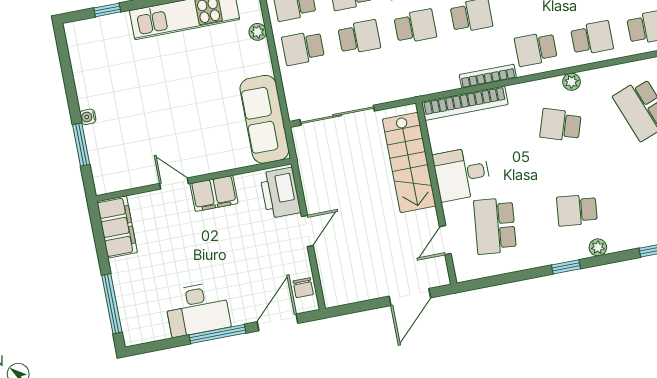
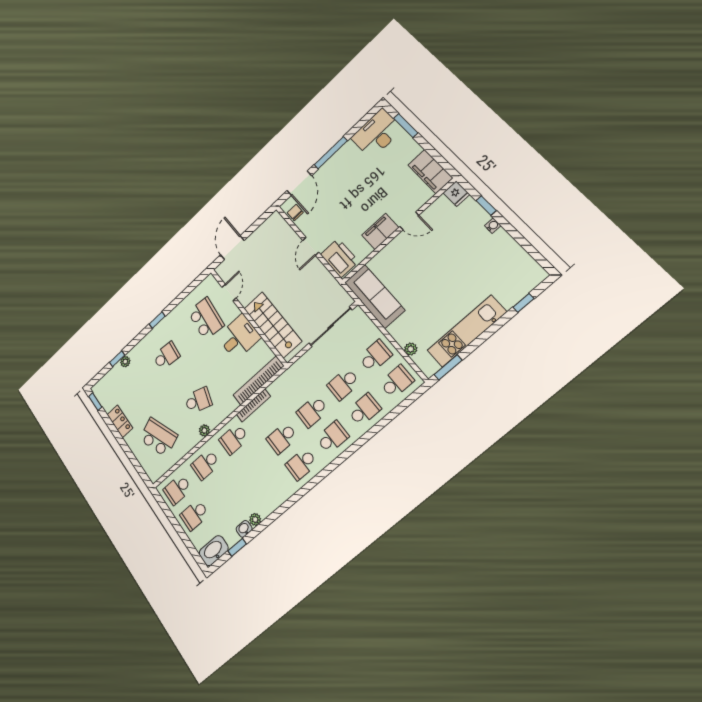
school desk: (536, 49) -> (234, 439), turned 180
window: (81, 145) -> (486, 206), width x0.67
fridge: (104, 180) -> (456, 194), added
plant: (598, 247) -> (125, 362), moved
window: (112, 304) -> (406, 125), width x0.69
desk: (197, 309) -> (377, 134), moved

